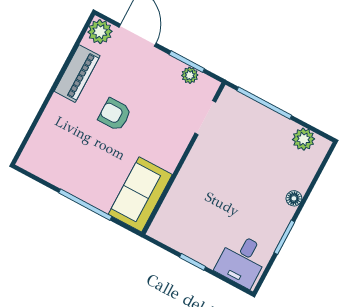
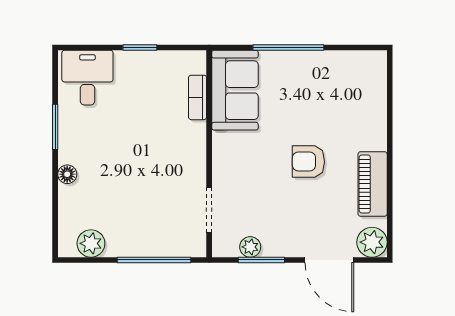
armchair: (115, 115) -> (308, 162), turned 180
bookcase: (170, 204) -> (198, 97), added

